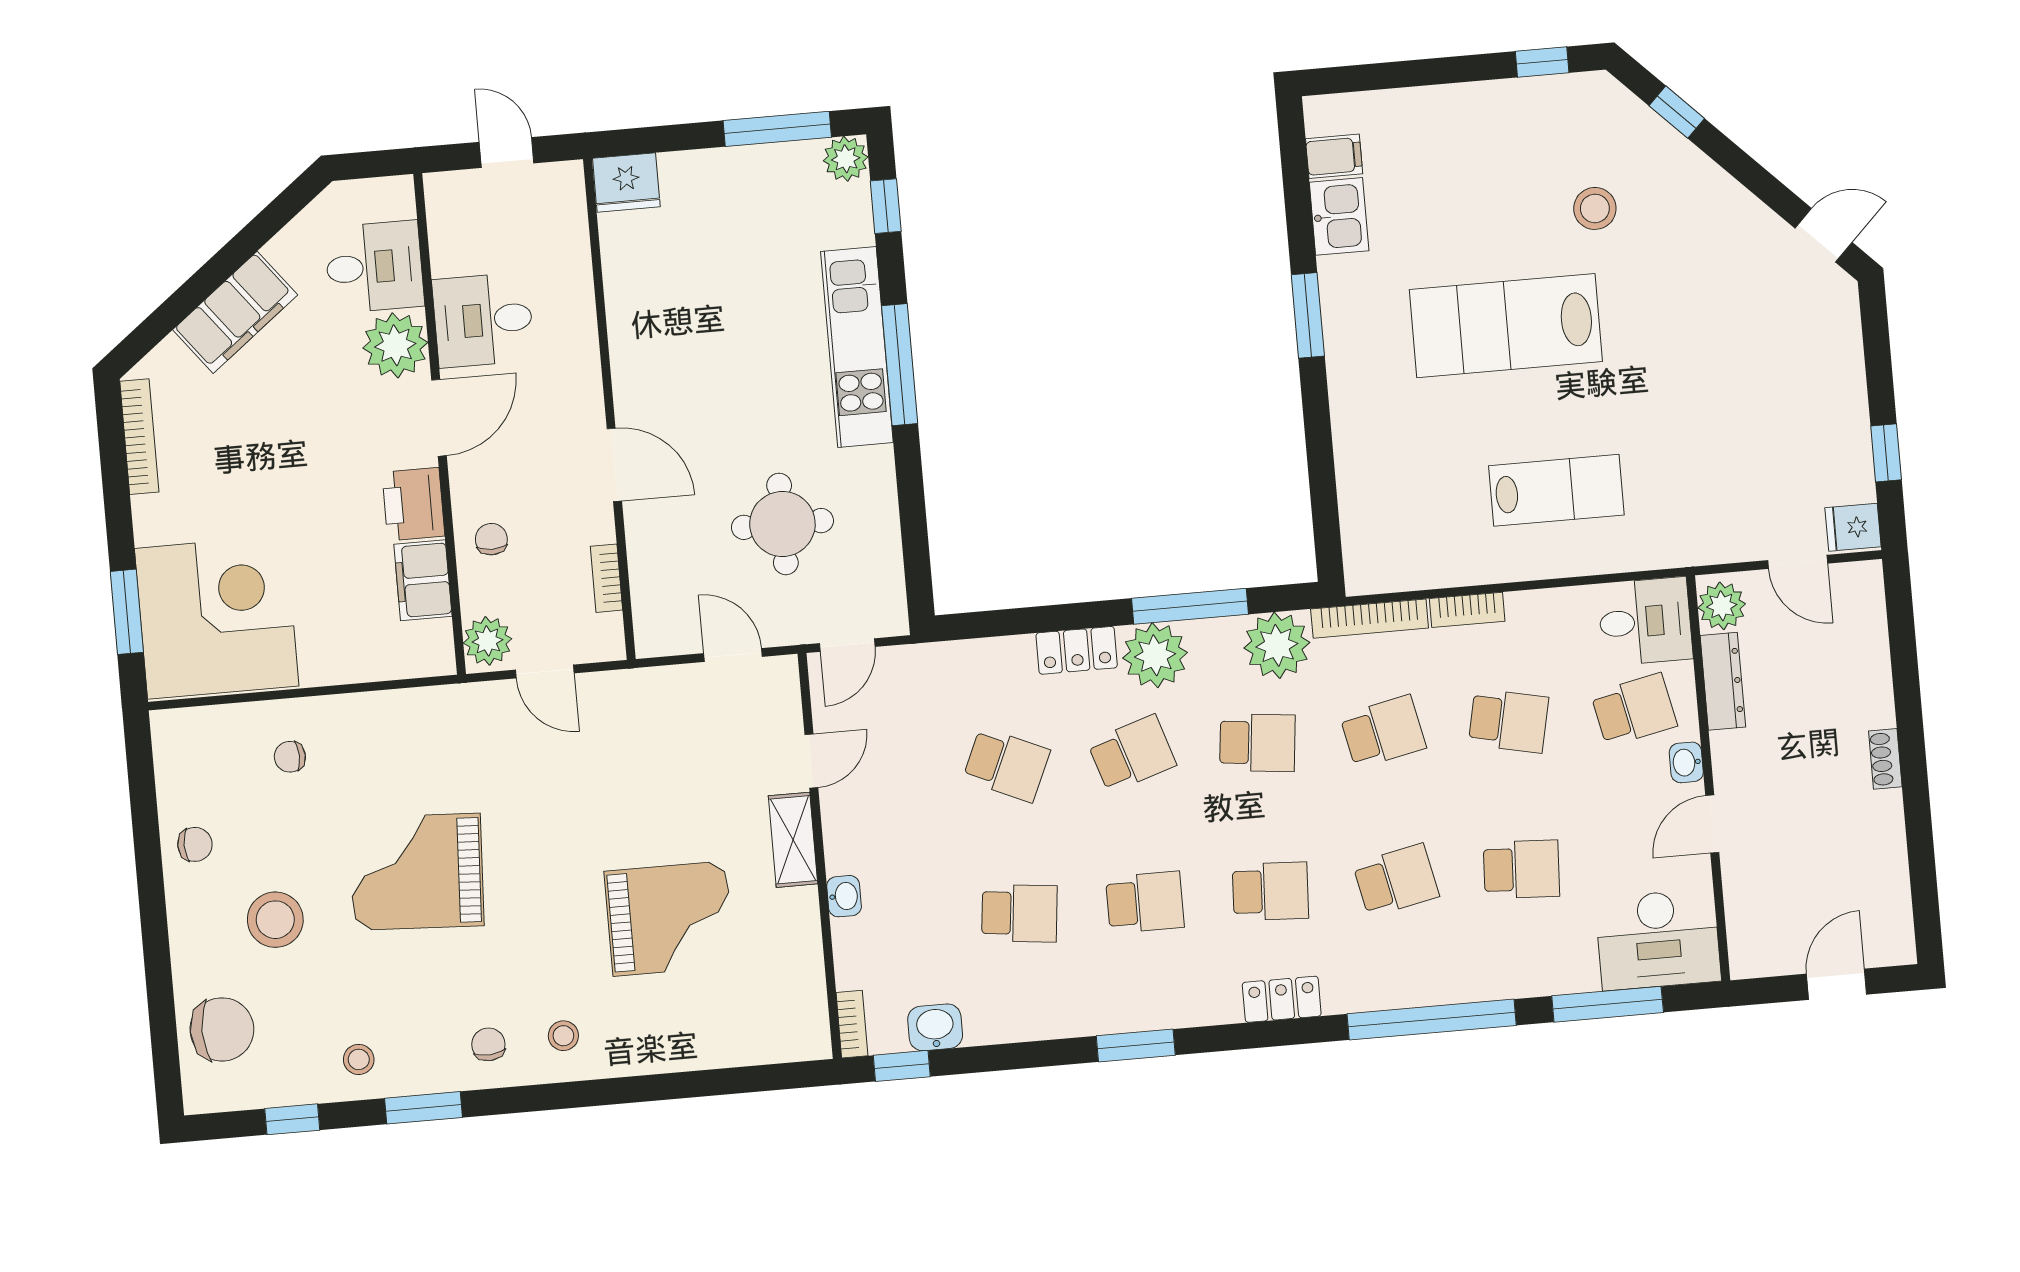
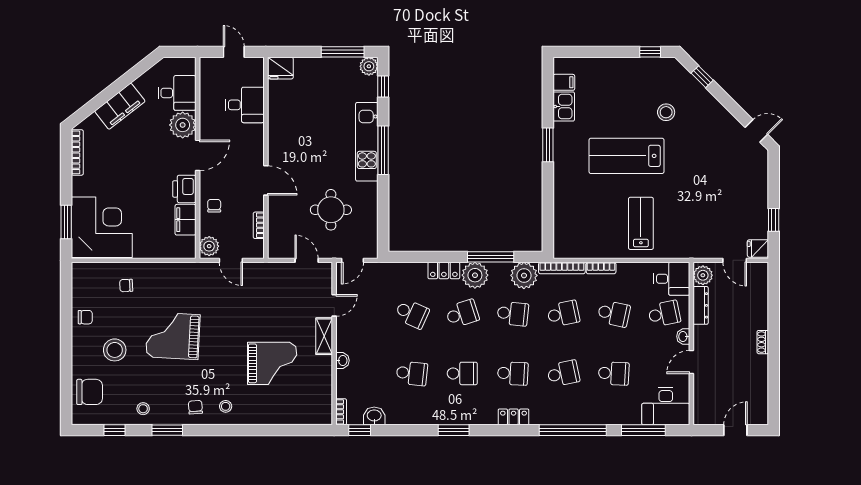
desk: (483, 320) -> (245, 105), moved, turned 180
lab bench: (1556, 490) -> (641, 223), turned -90

